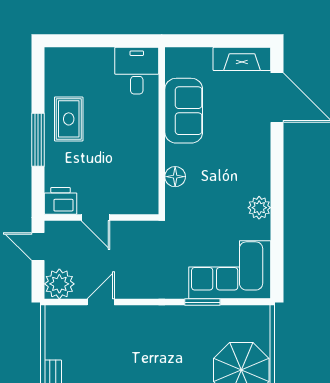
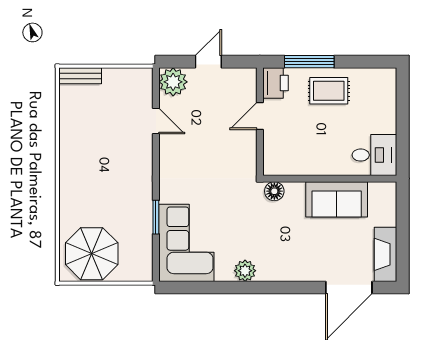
printer: (61, 201) -> (275, 83), moved
door: (96, 217) -> (260, 116), moved
wall: (101, 217) -> (260, 122), moved

